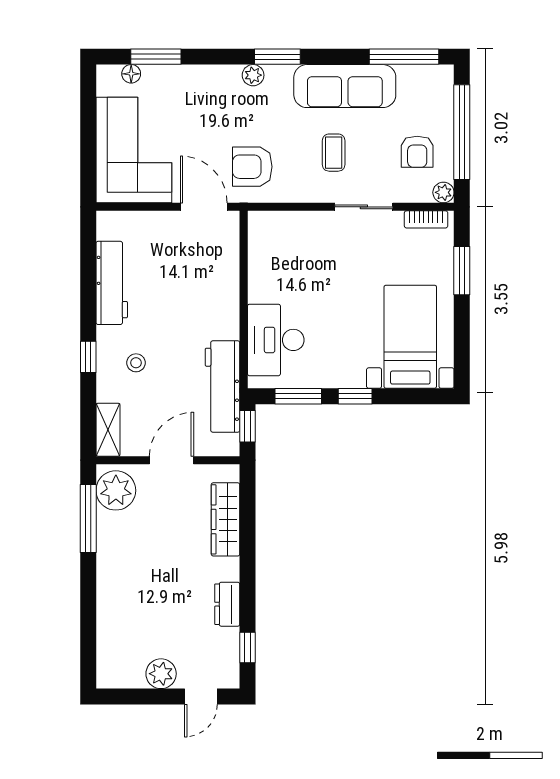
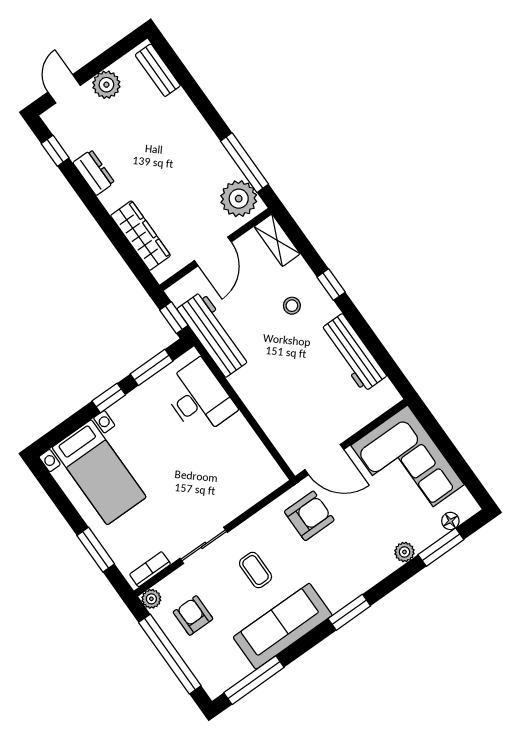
plant: (253, 75) -> (404, 552), moved
bench: (107, 654) -> (158, 70), added

